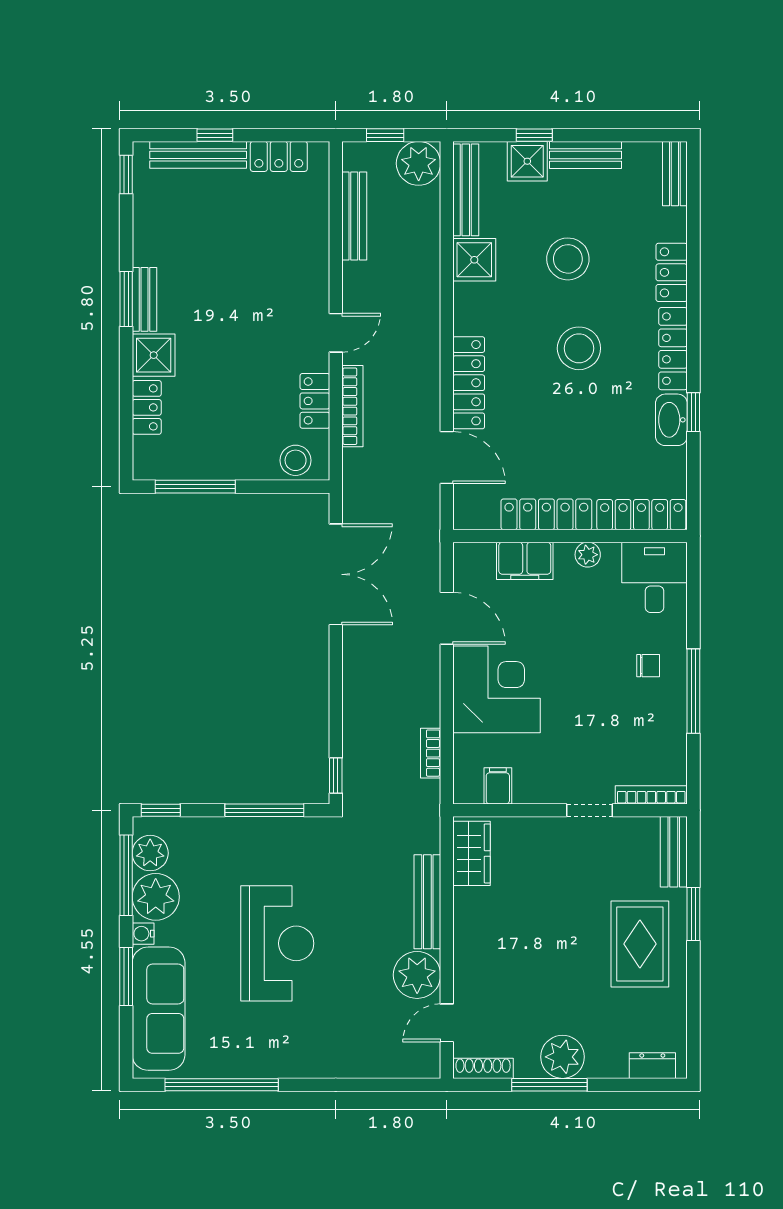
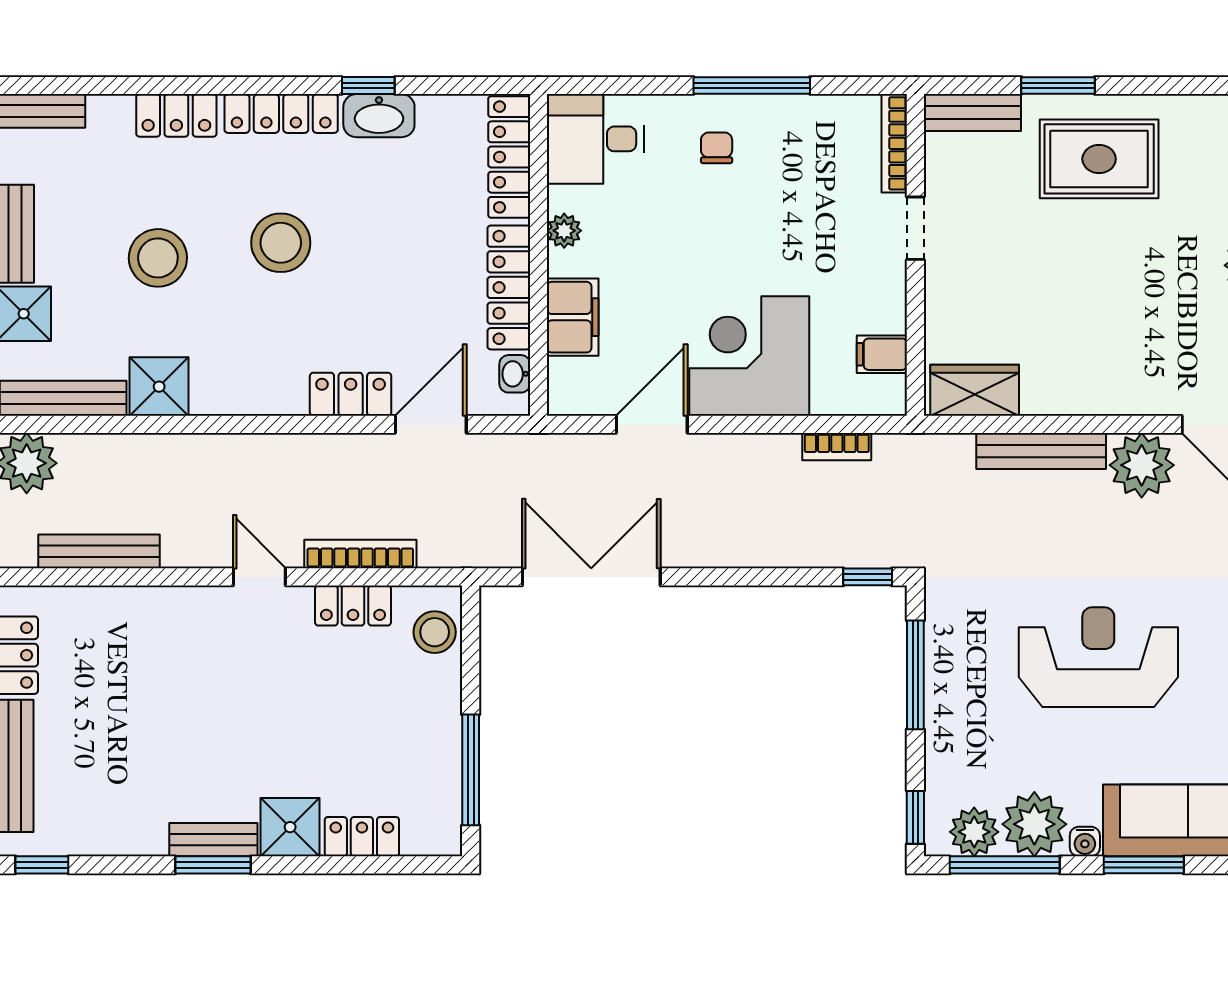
locker: (469, 383) -> (351, 394), width x0.66
washbasin: (484, 519) -> (515, 374), added

